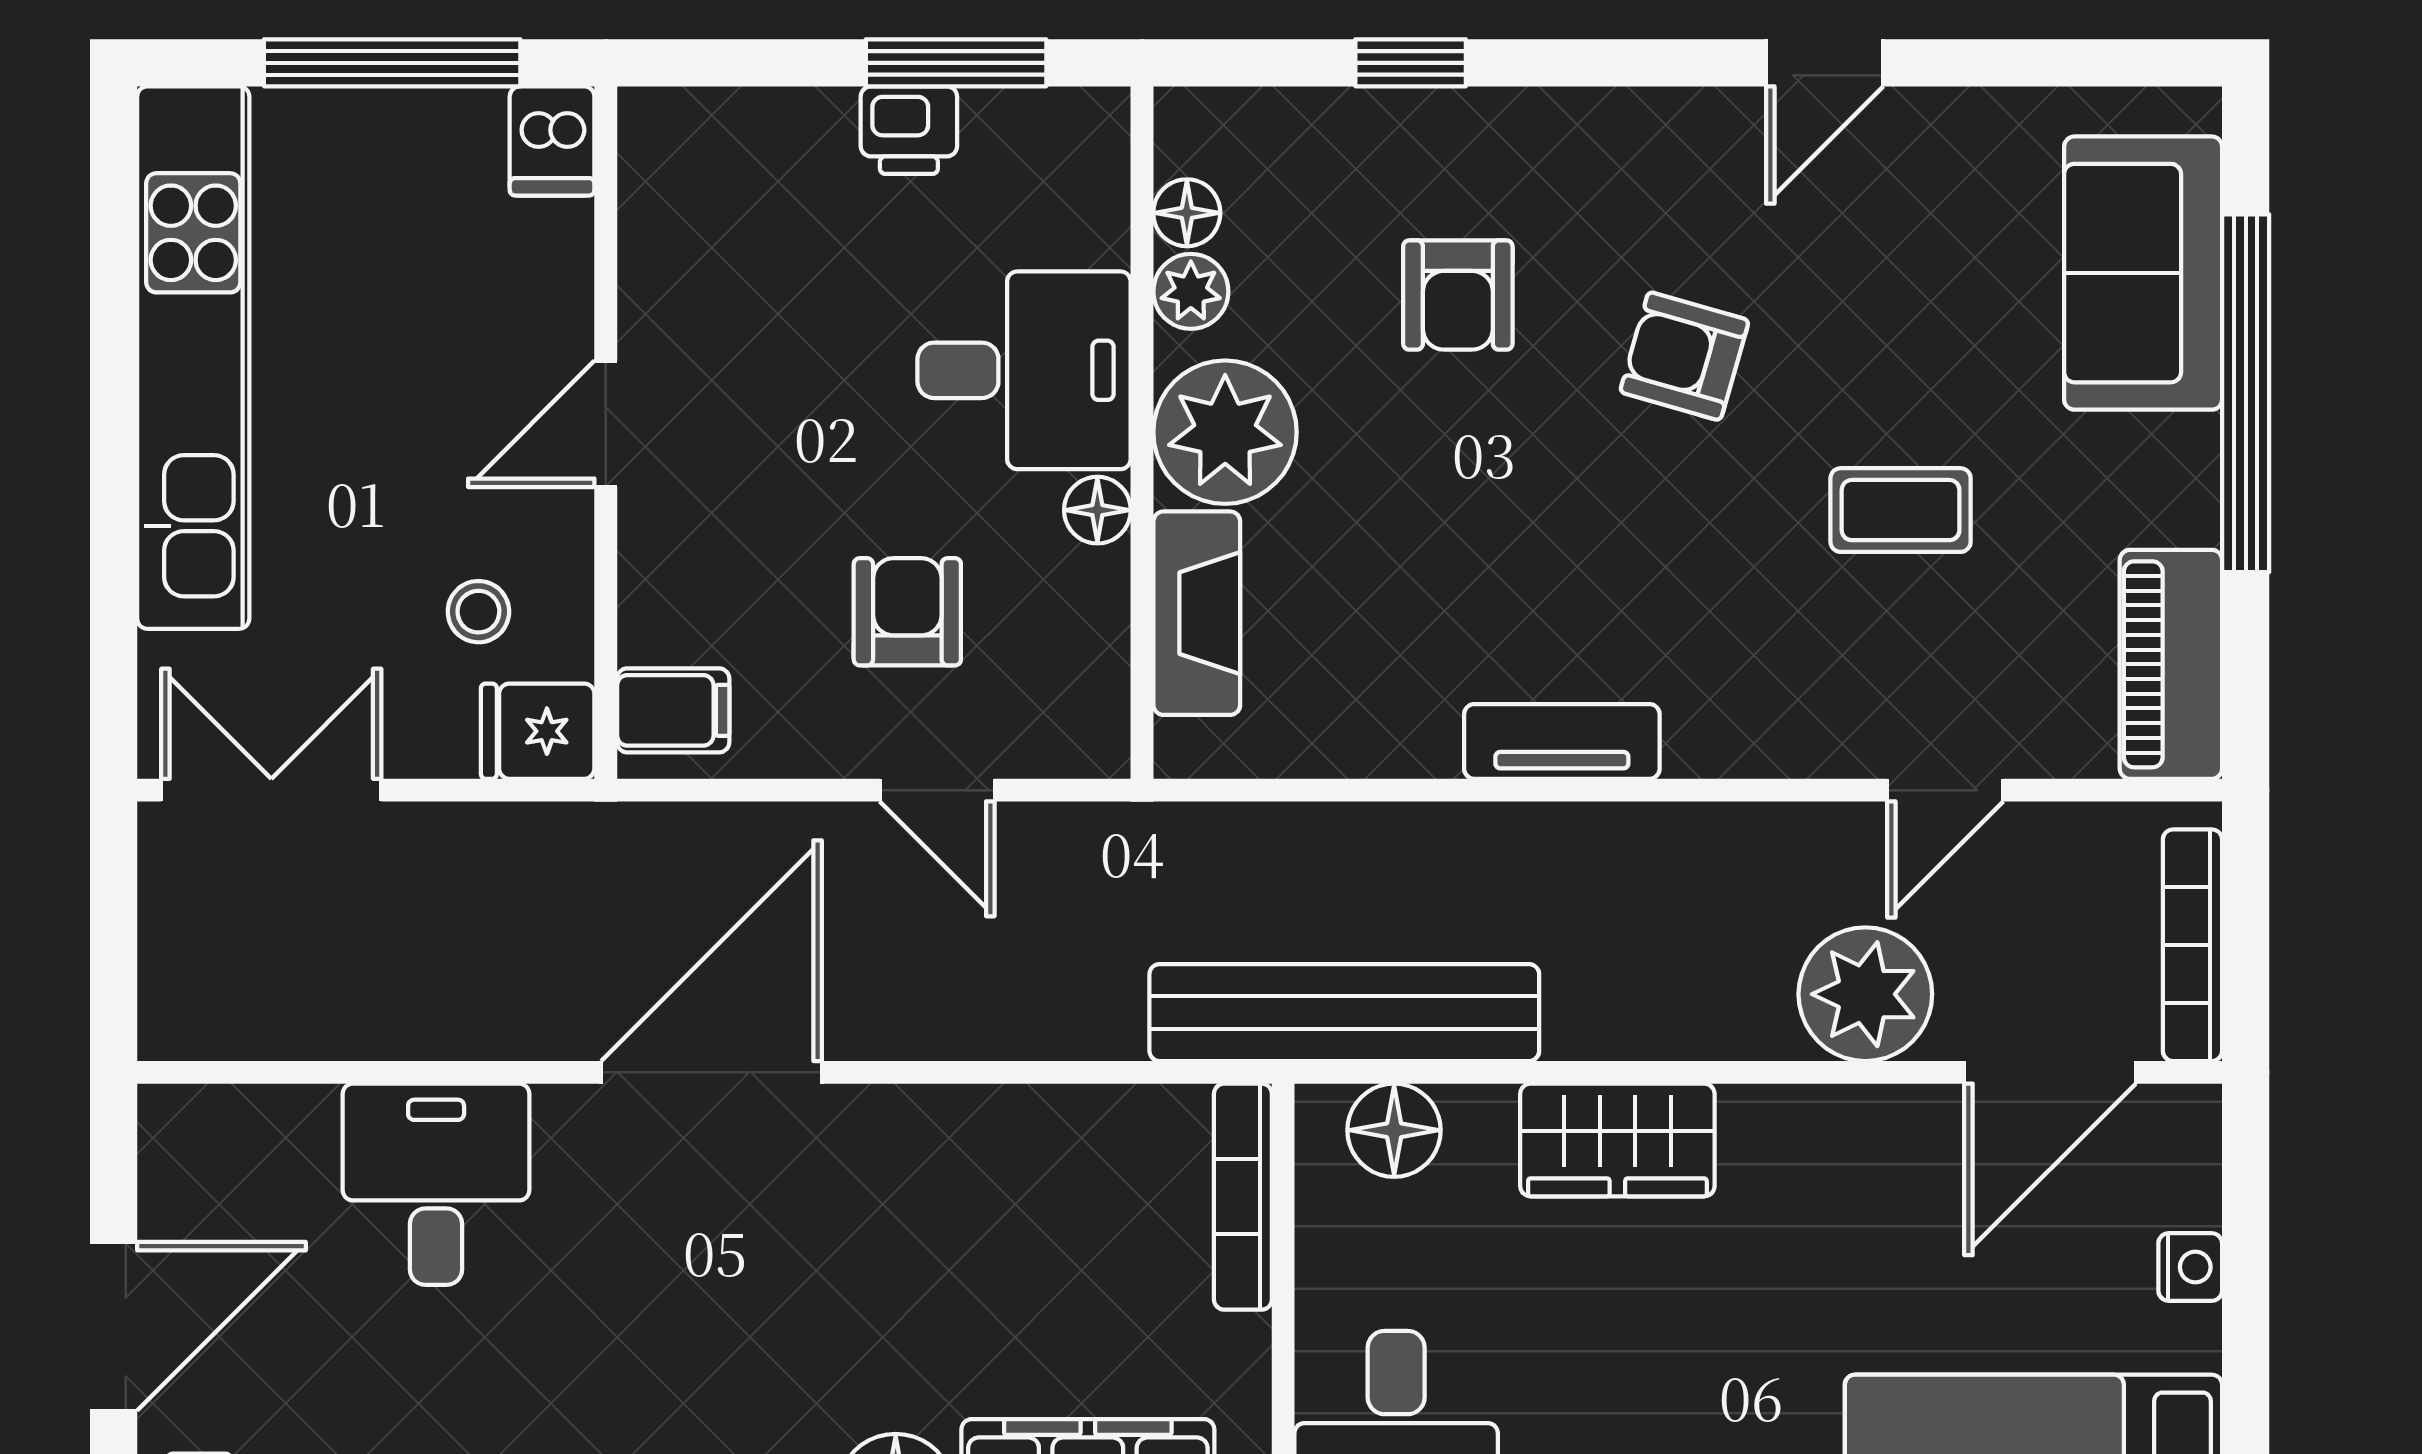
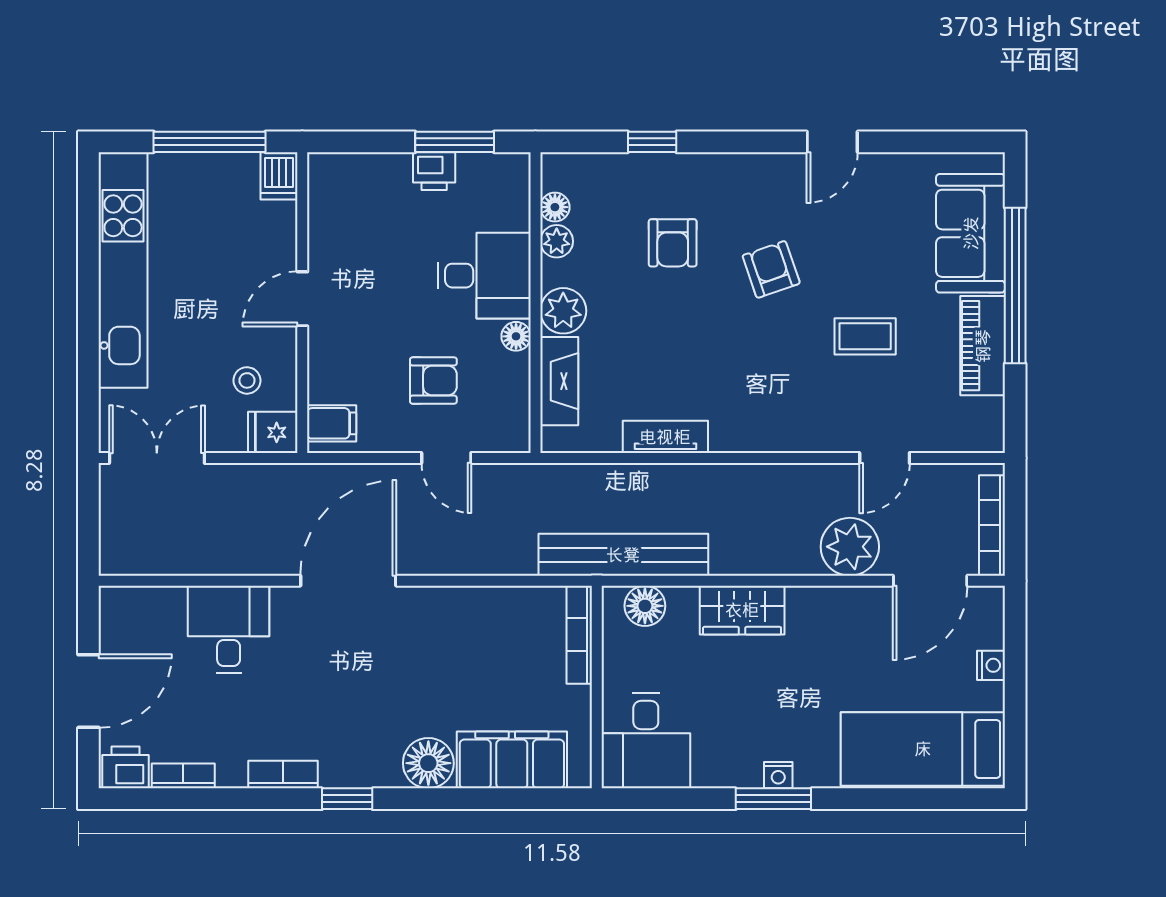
armchair: (1684, 356) -> (771, 269), turned 55
plant: (1225, 432) -> (563, 311), width x0.73, depth x0.73
armchair: (907, 612) -> (433, 381), turned 90
piano: (2171, 664) -> (983, 346), moved
tv unit: (1562, 741) -> (665, 437), moved

